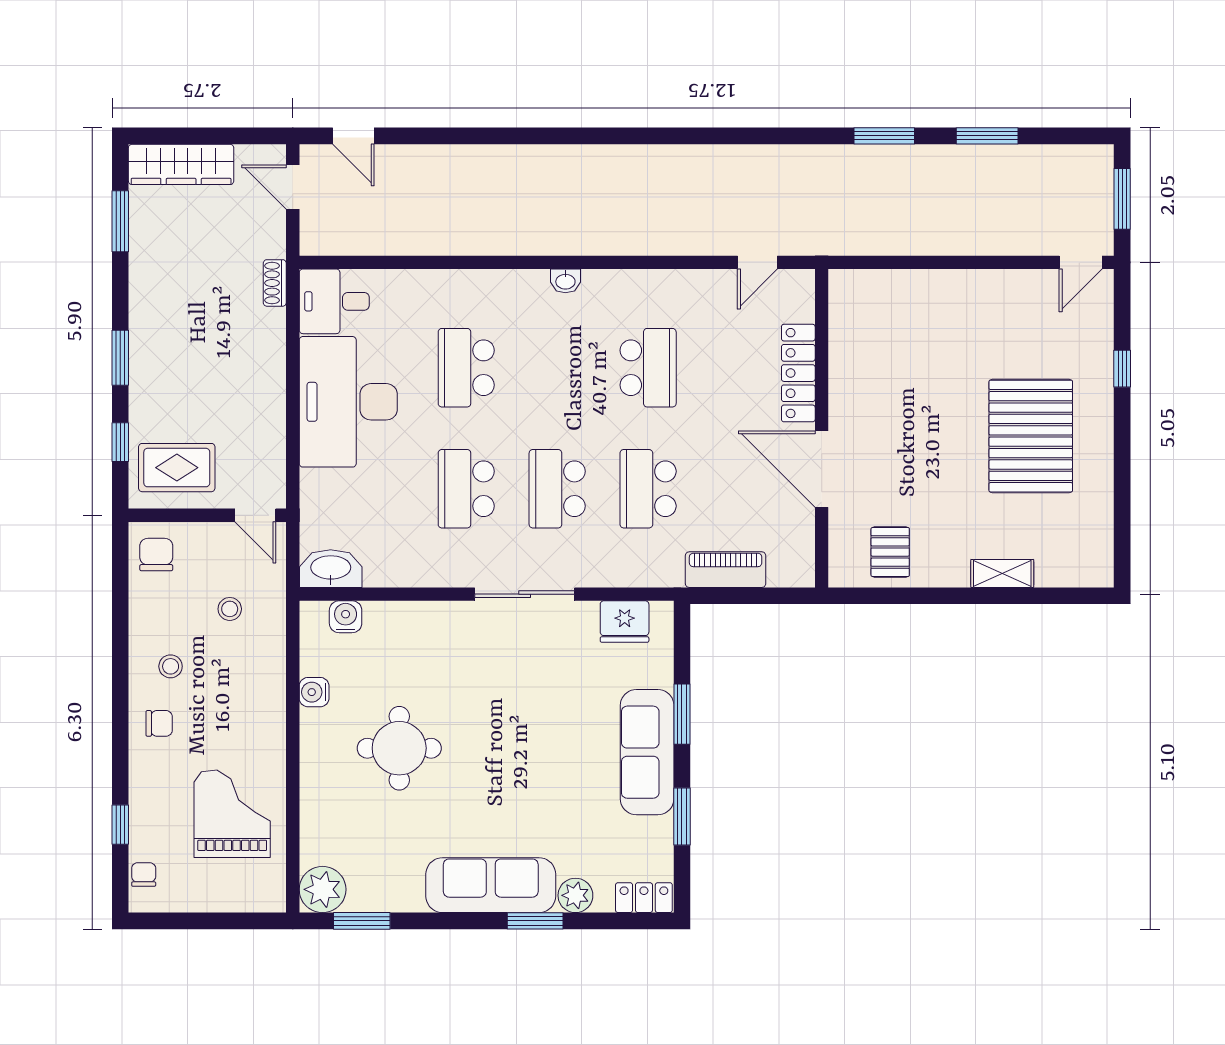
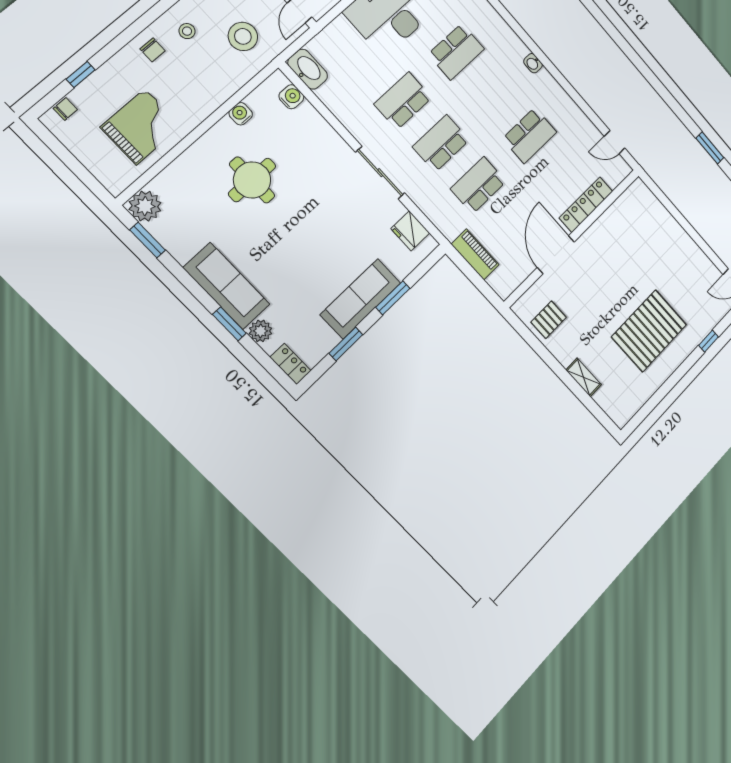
school desk: (466, 368) -> (456, 52), turned 180
stool: (230, 609) -> (243, 36), width x1.89, depth x1.89

